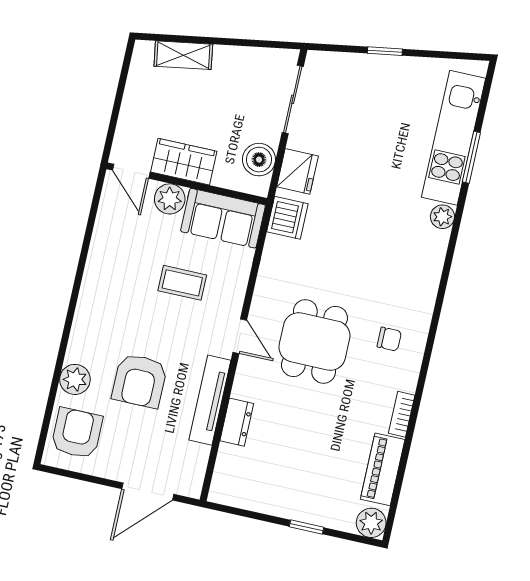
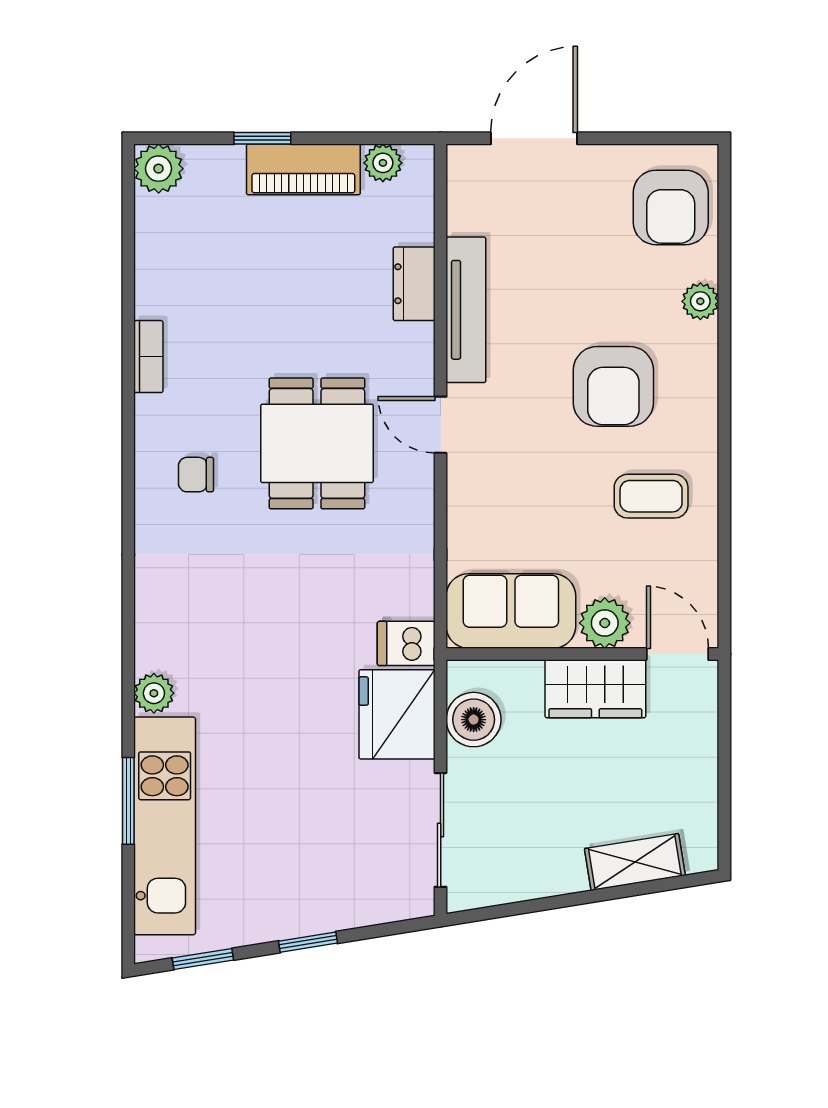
window: (449, 55) -> (203, 959), added
fridge: (297, 171) -> (397, 714), width x1.36, depth x1.34
dishwasher: (287, 218) -> (406, 643), width x0.73
coffee table: (182, 283) -> (651, 496), moved
plant: (75, 379) -> (700, 301), width x0.73, depth x0.73
armchair: (140, 381) -> (613, 386), moved, turned 180
piano: (383, 469) -> (303, 169), moved, turned 90
plant: (239, 497) -> (383, 163), added

